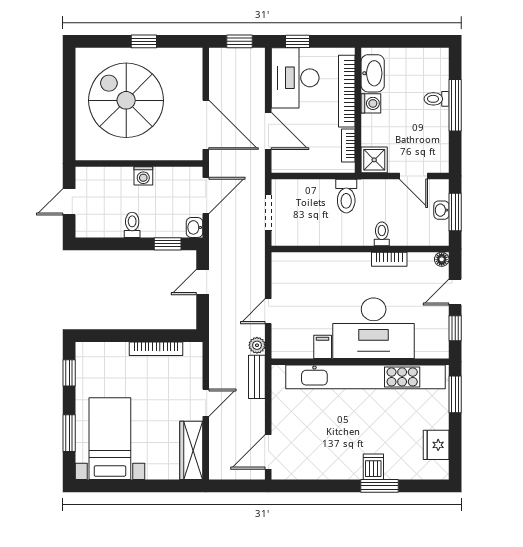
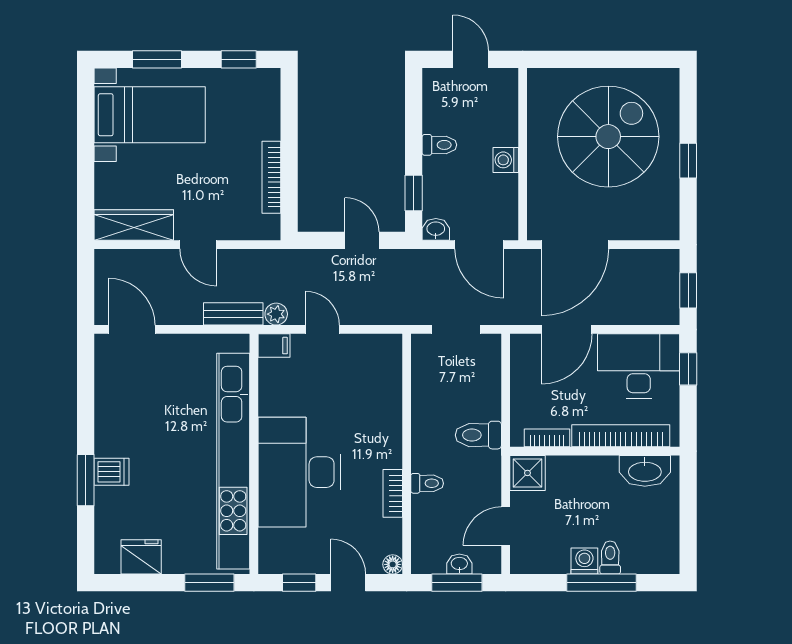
washing machine: (371, 103) -> (584, 561), moved, turned 180
filing cabinet: (323, 347) -> (274, 346), moved

